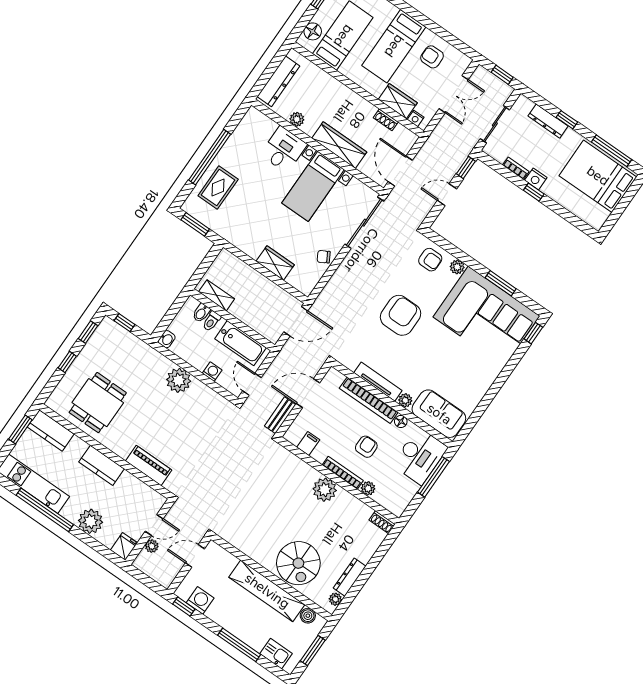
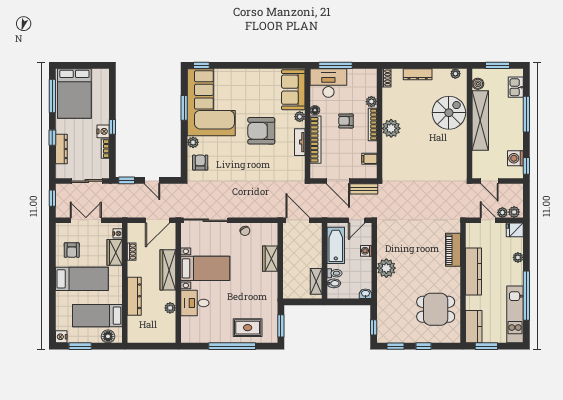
dresser: (278, 81) -> (134, 296), moved, turned 90
armchair: (401, 315) -> (261, 131), moved
tv unit: (378, 382) -> (300, 142), width x0.71
kitchen counter: (102, 465) -> (473, 271), width x1.50
plant: (90, 521) -> (518, 257), width x0.53, depth x0.53
plant: (144, 559) -> (514, 212), added
dresser: (350, 577) -> (418, 74), moved

